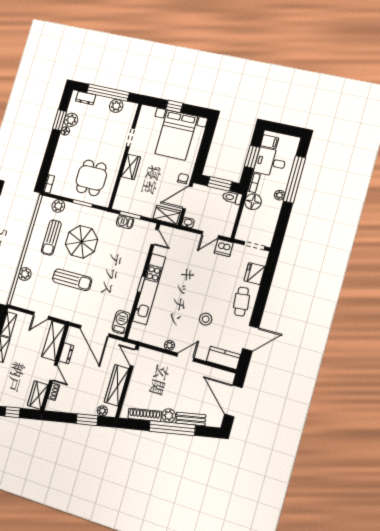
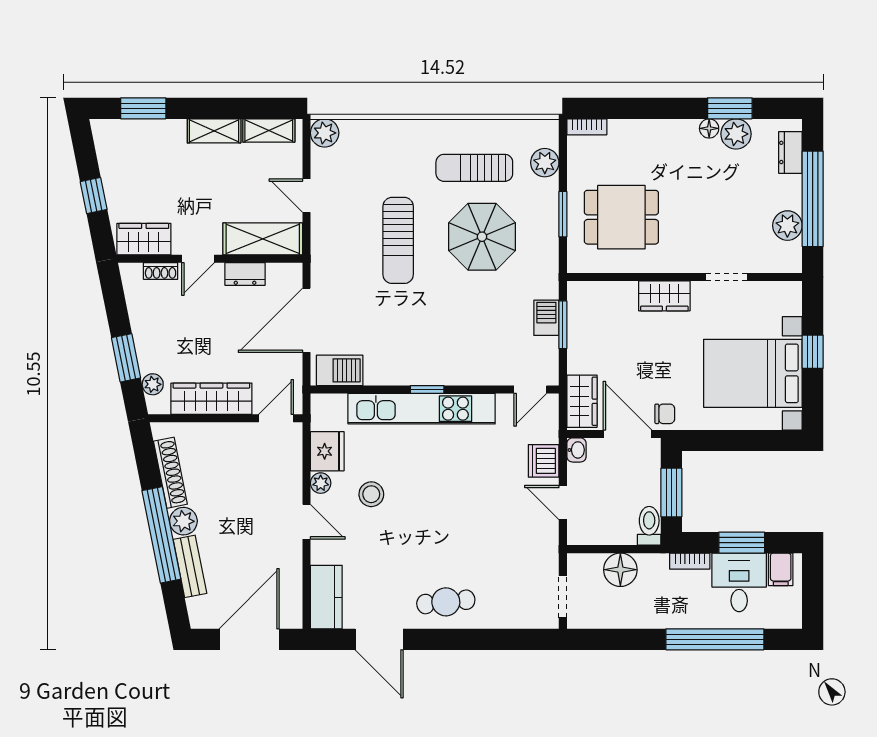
plant: (280, 195) -> (676, 619), removed
floor lamp: (253, 202) -> (620, 570), moved
dishwasher: (224, 248) -> (544, 461), moved
plant: (25, 274) -> (325, 133), moved
fridge: (254, 274) -> (327, 451), moved, turned 90
stool: (206, 319) -> (371, 494), moved

